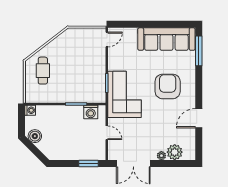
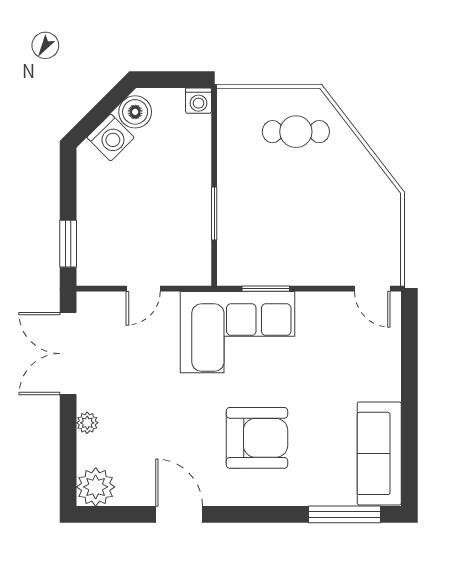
sofa: (166, 39) -> (379, 453), width x0.74, depth x0.79
washing machine: (91, 112) -> (111, 137), moved, turned -135
plant: (175, 152) -> (96, 487), moved

